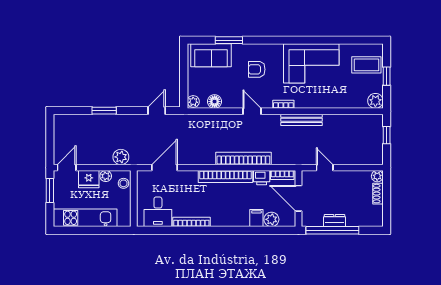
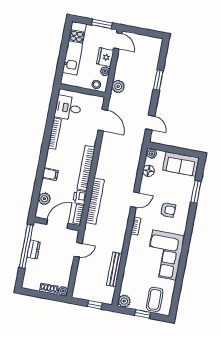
sofa: (211, 55) -> (181, 164), moved, turned -90
armchair: (257, 69) -> (168, 210), turned 90
bench: (301, 120) -> (114, 269), moved
bookcase: (243, 158) -> (95, 201), moved
filing cabinet: (256, 218) -> (50, 174), moved

